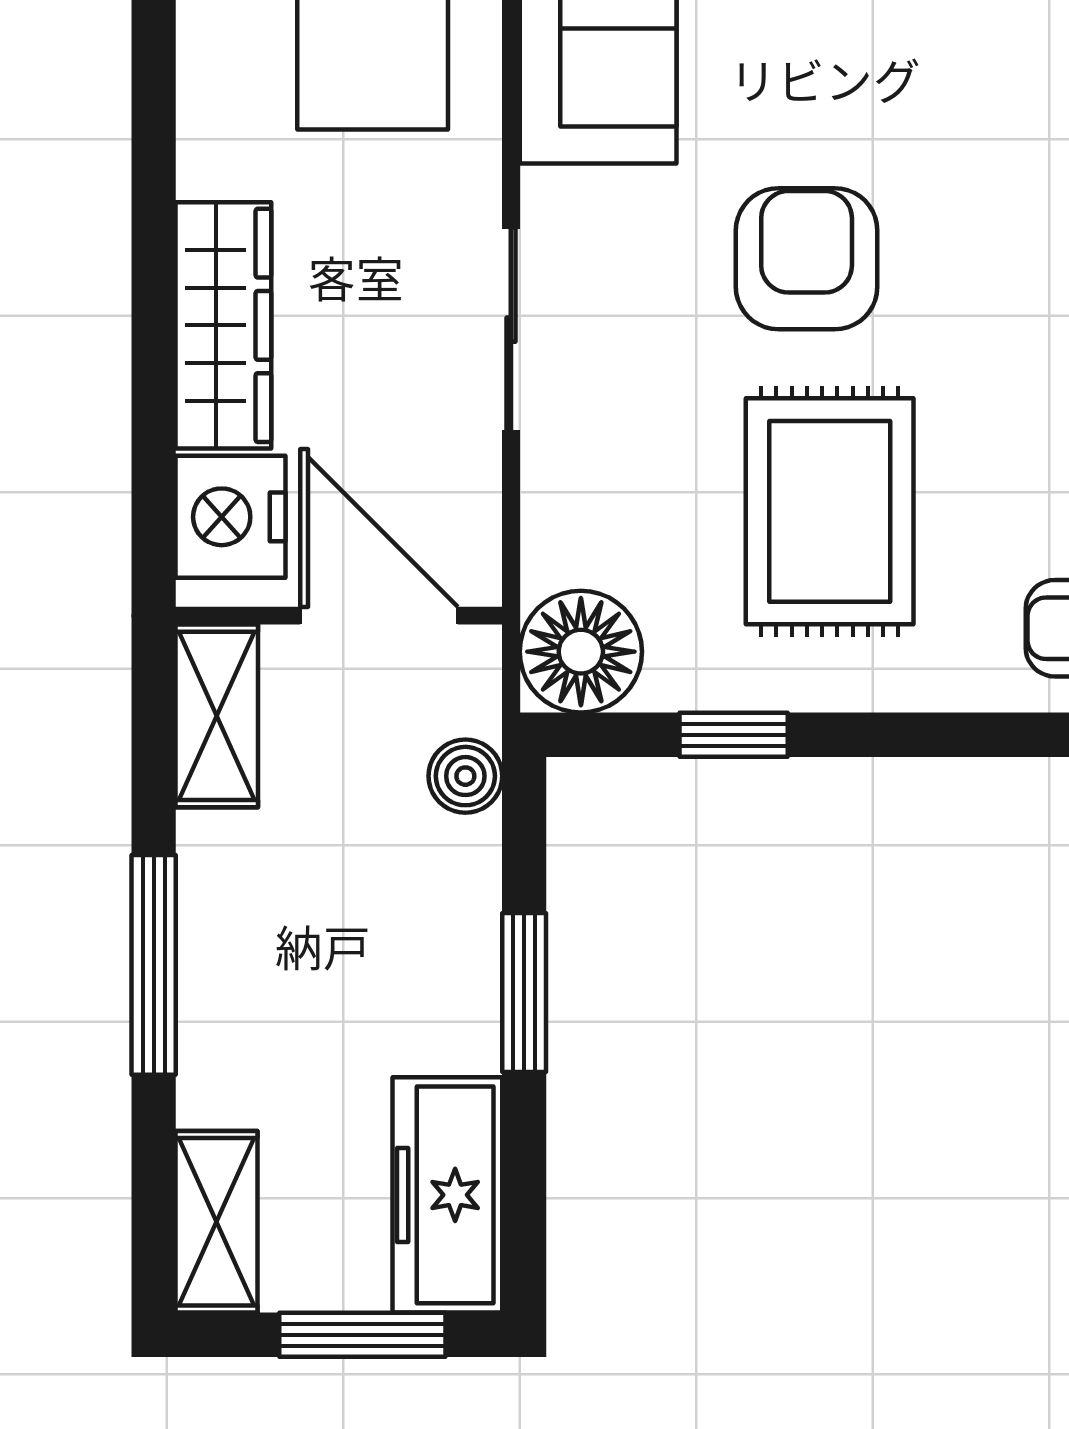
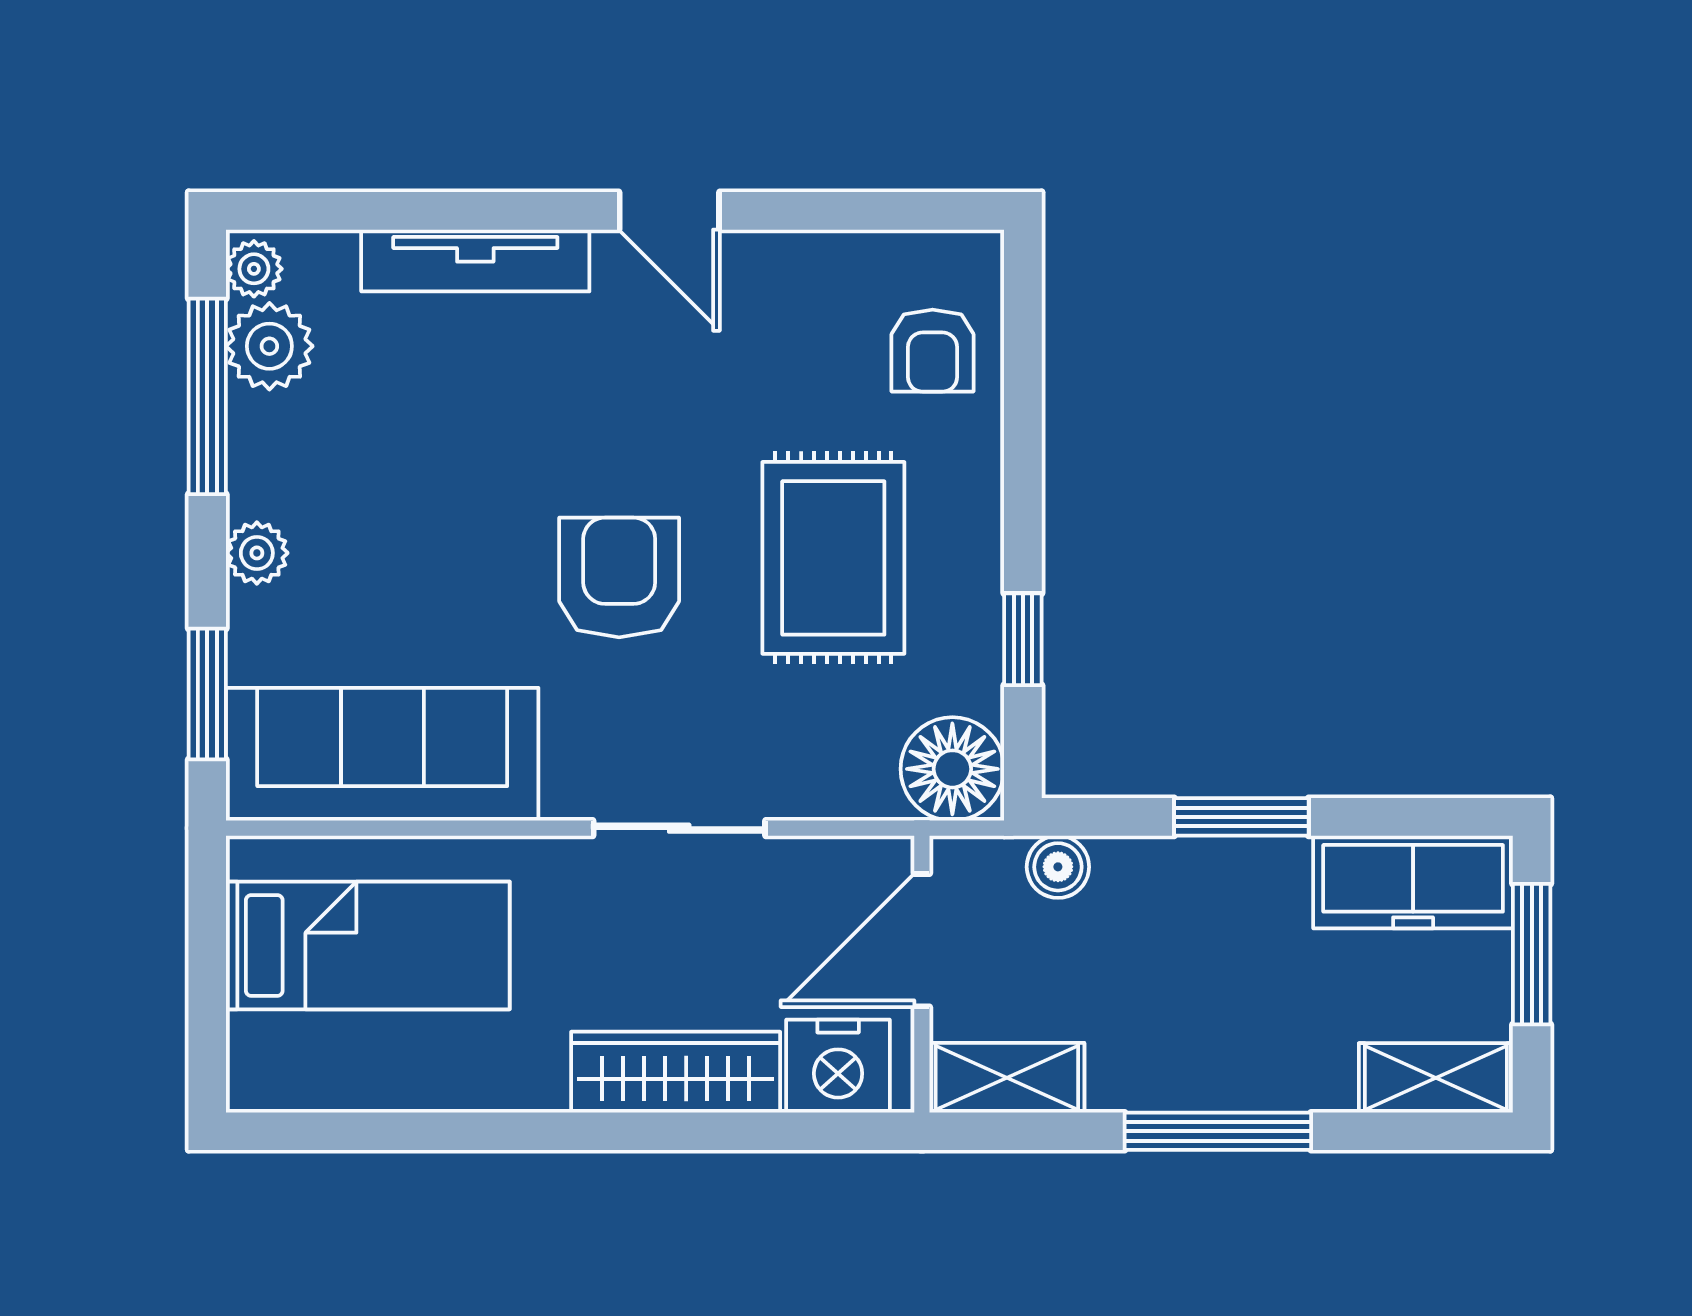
armchair: (807, 259) -> (619, 577), turned 90
rug: (830, 511) -> (833, 558), turned 90

